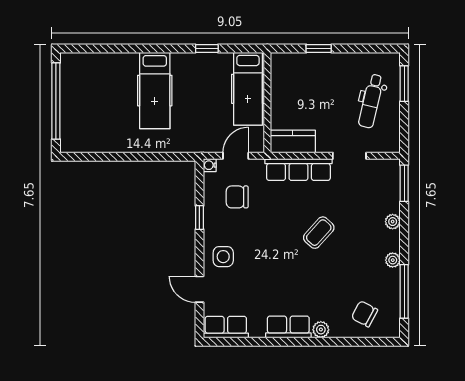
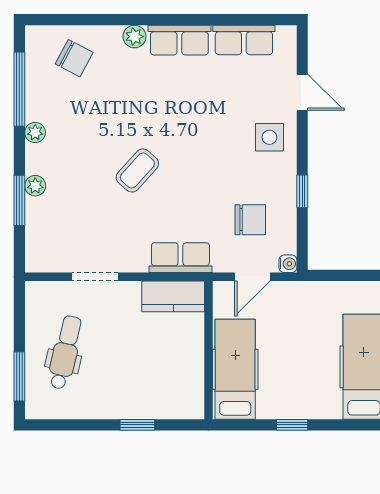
row of seats: (298, 170) -> (180, 258), width x0.68
window: (404, 183) -> (19, 200), moved
row of seats: (226, 327) -> (244, 40), moved

